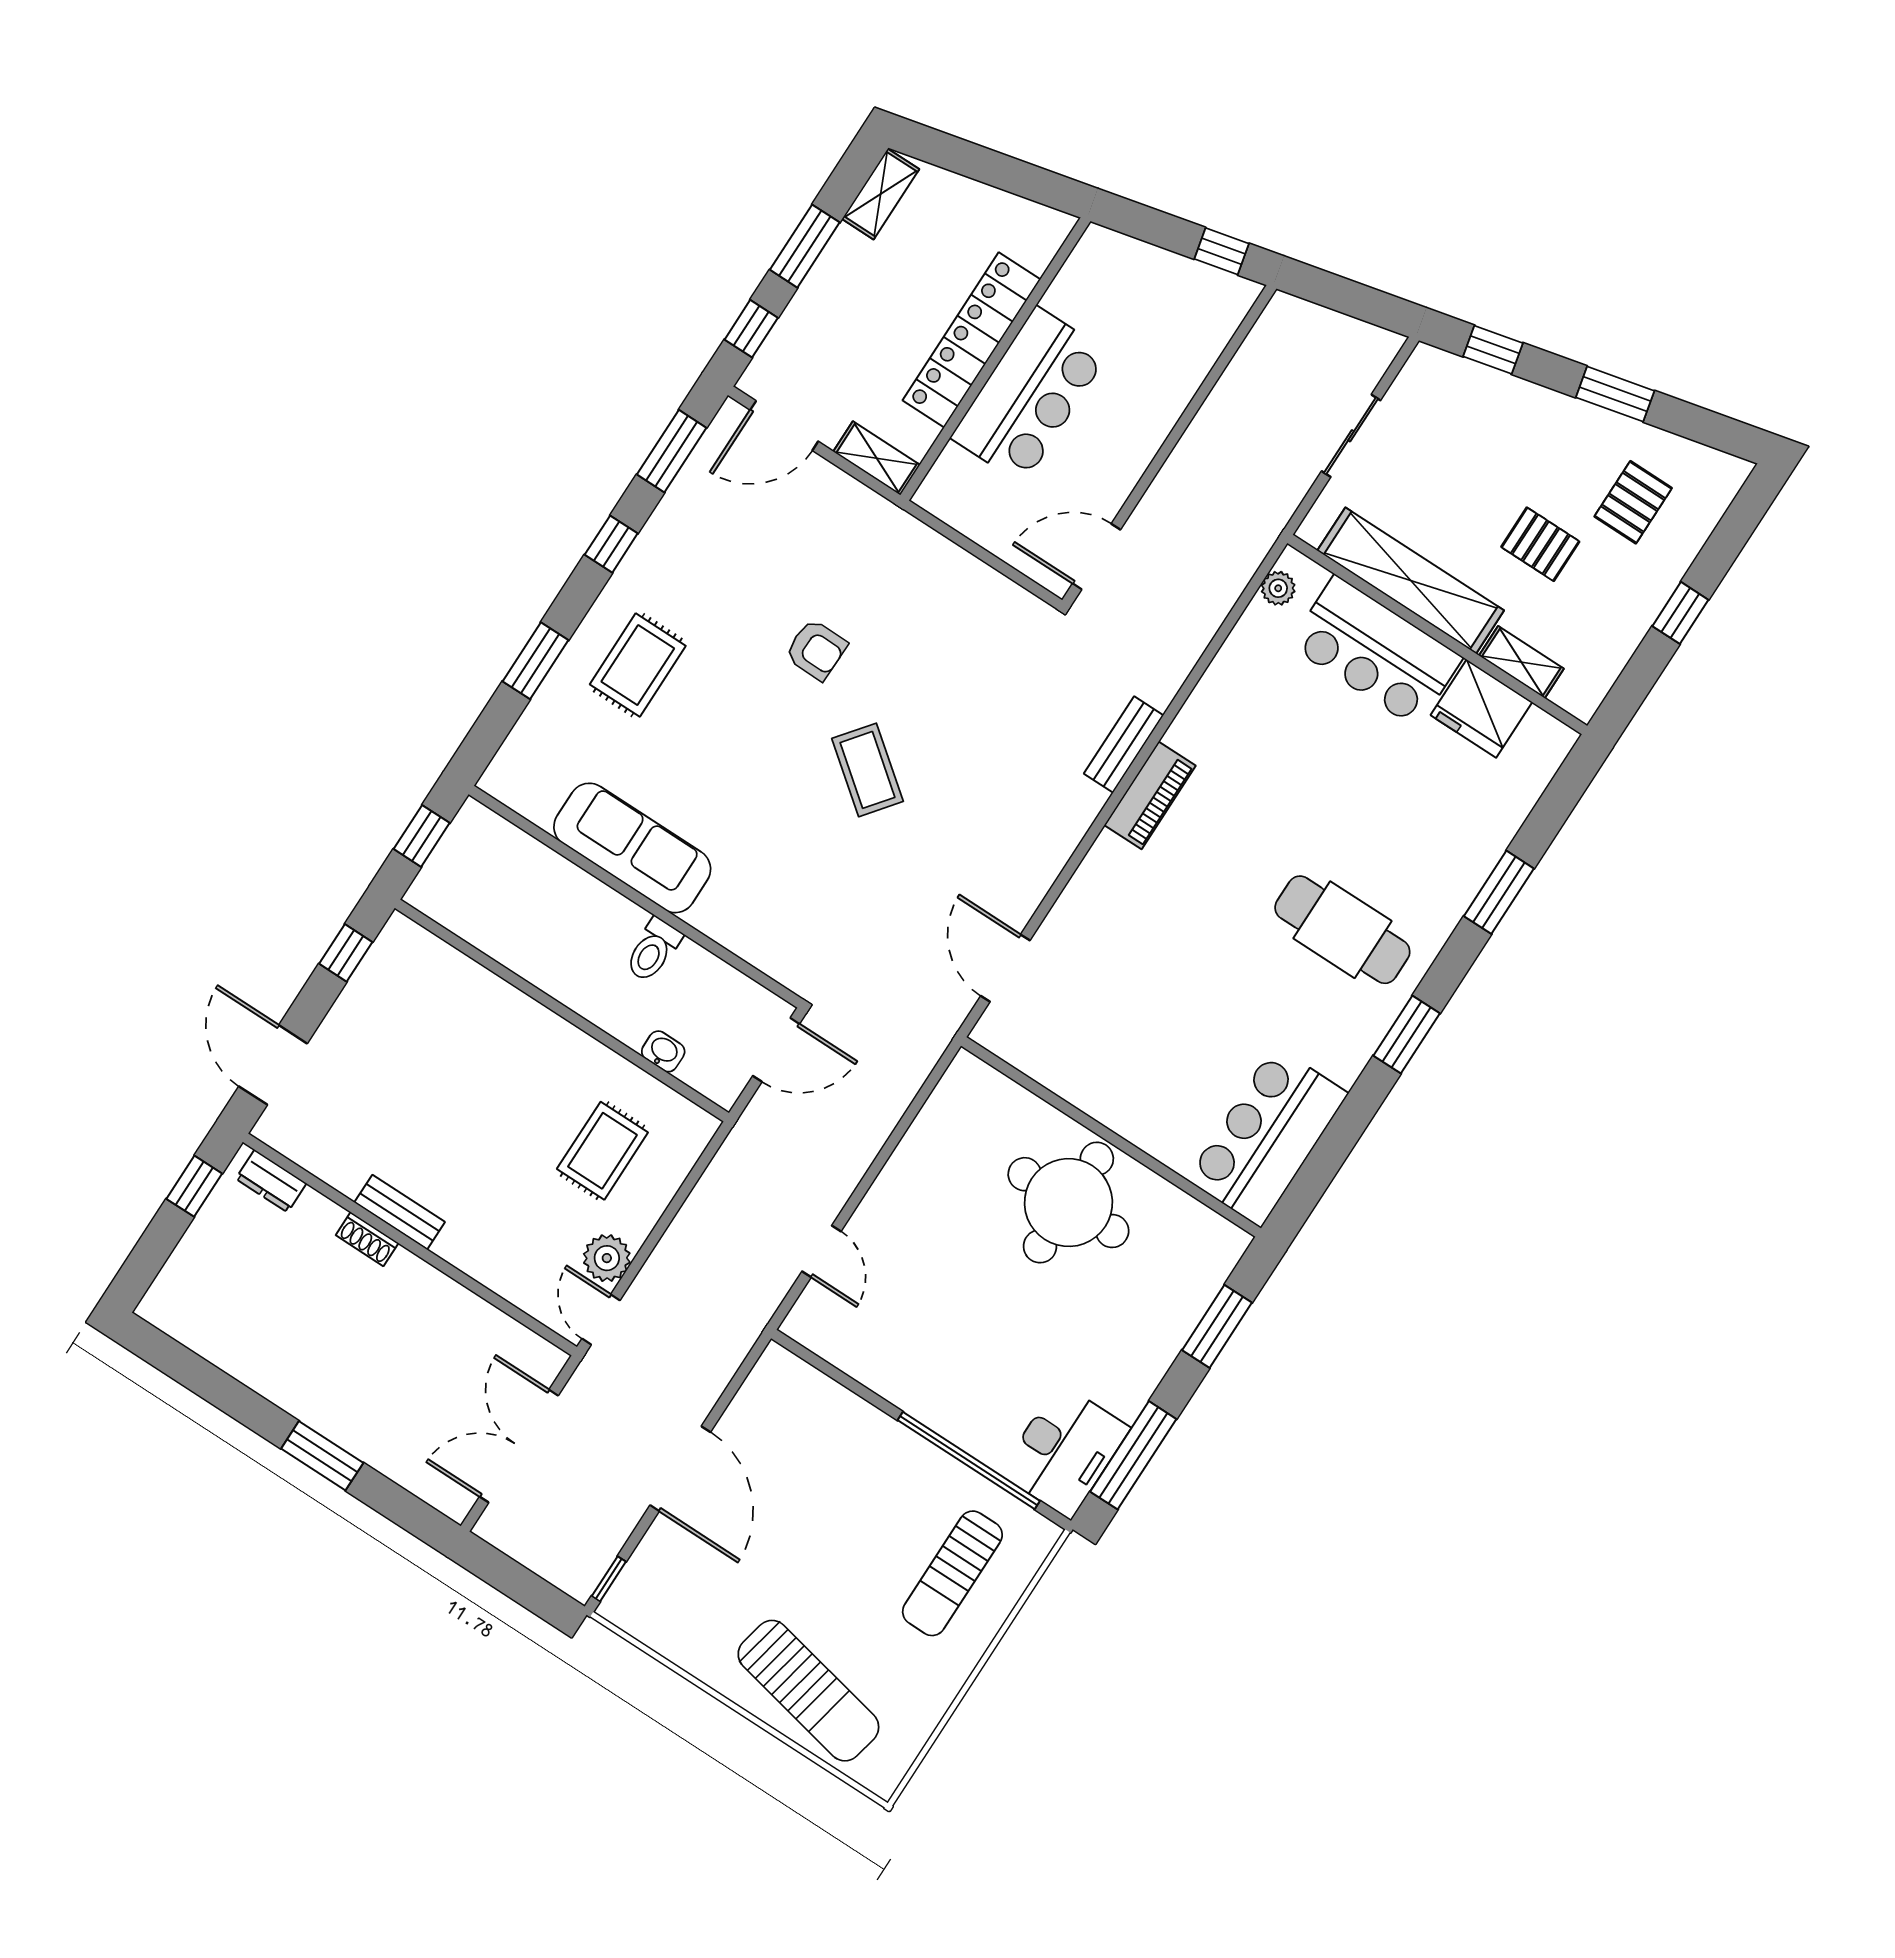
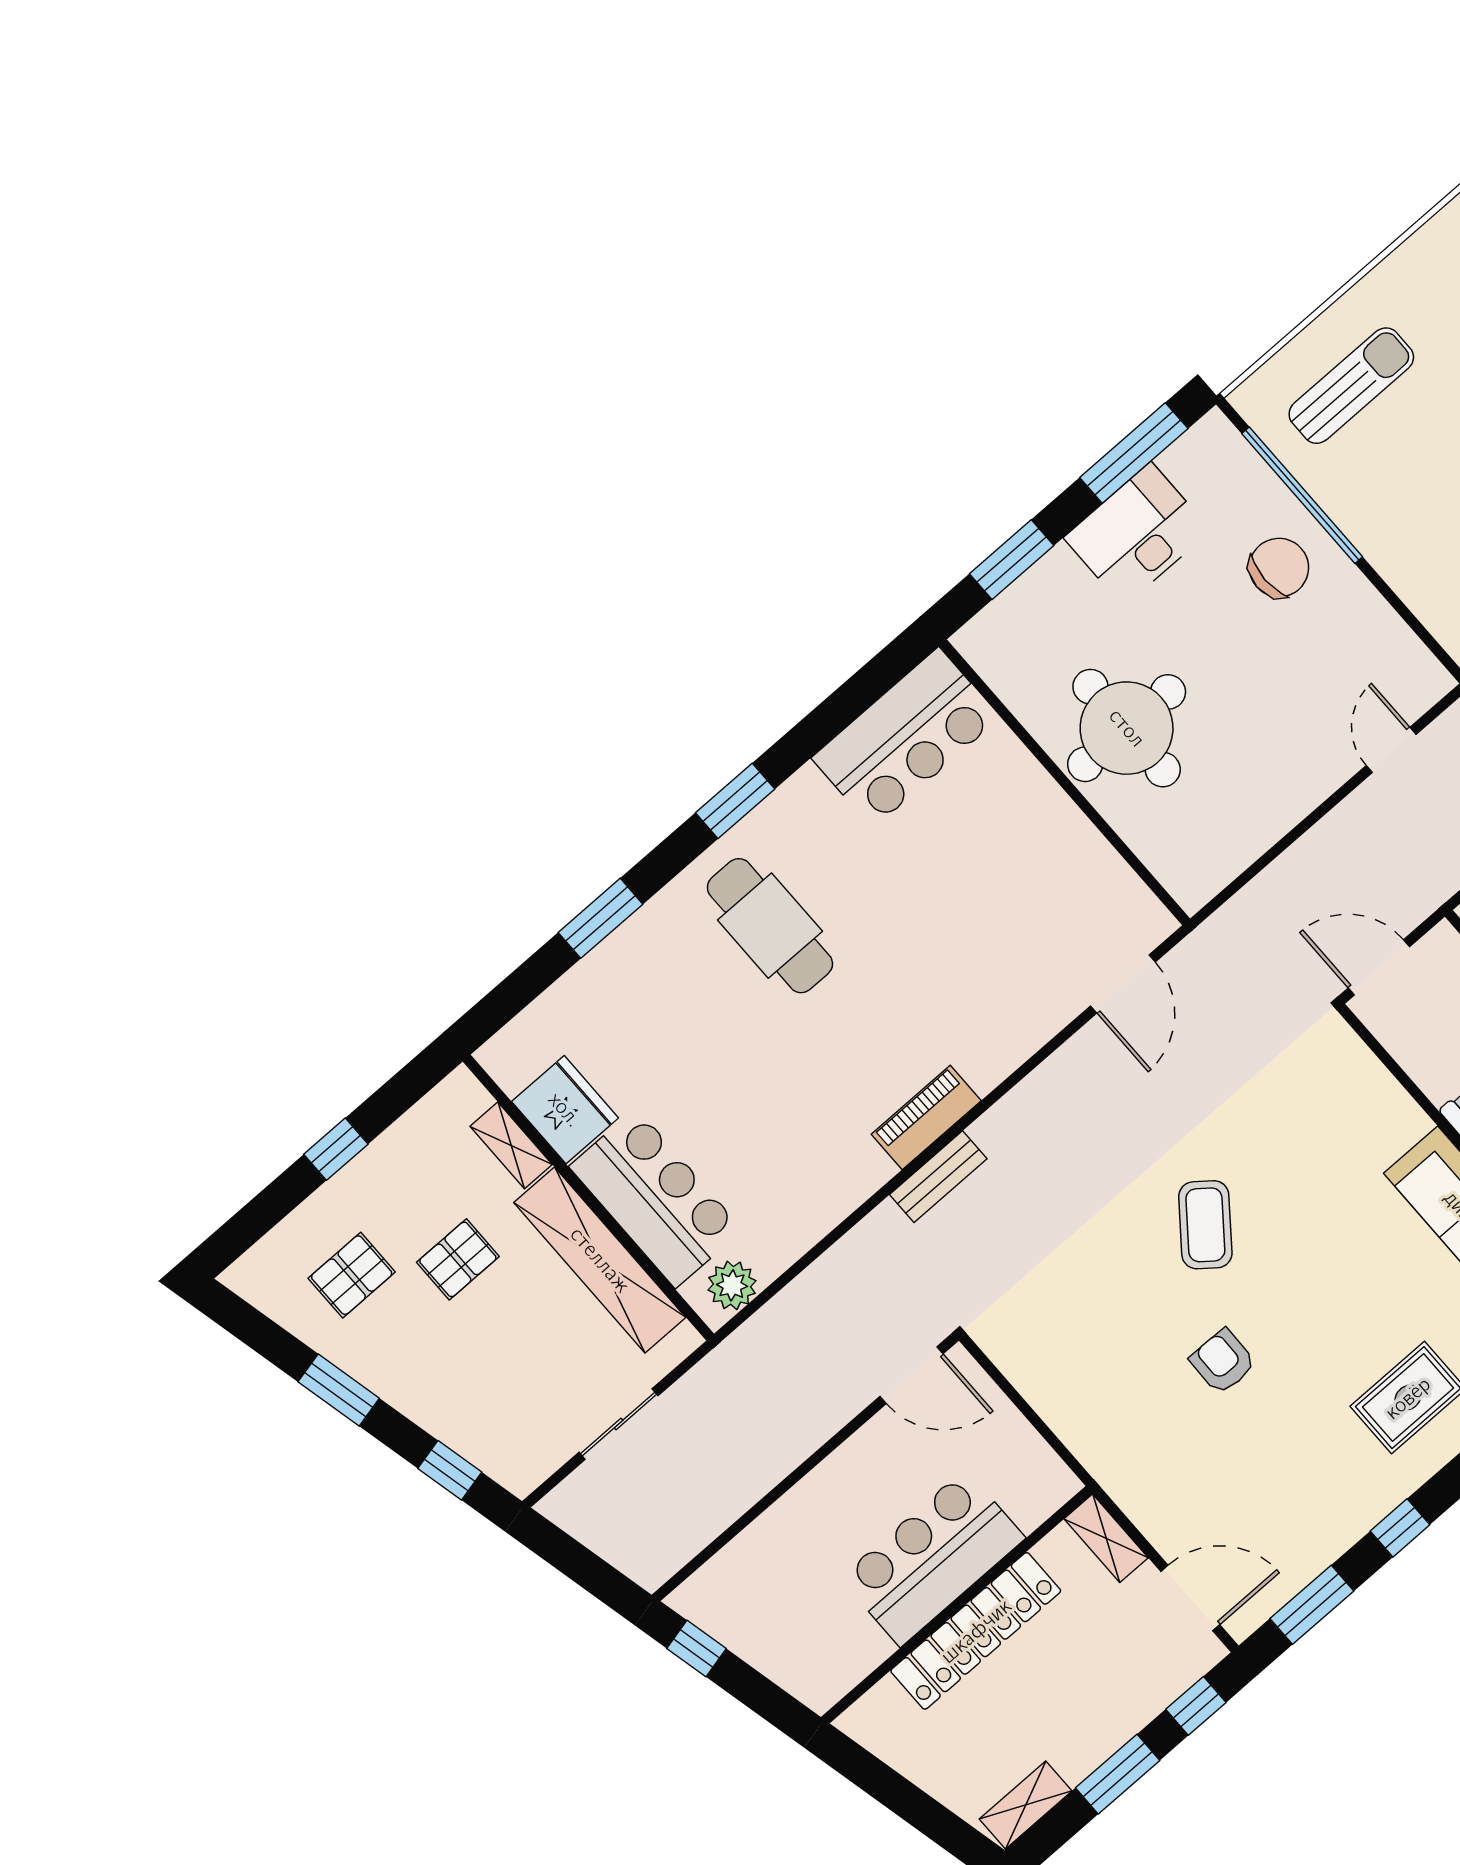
pallet: (1540, 544) -> (458, 1259), turned 90
plant: (1278, 588) -> (732, 1285), width x1.38, depth x1.38
chair: (971, 1389) -> (1279, 568), added
desk: (1065, 1451) -> (1137, 534), moved

